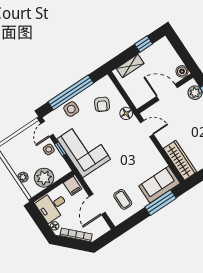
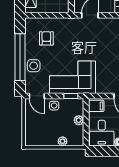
armchair: (102, 104) -> (46, 38), turned -117
floor lamp: (126, 113) -> (67, 24), removed
window: (60, 149) -> (71, 96), moved
plant: (44, 178) -> (79, 120), width x0.53, depth x0.53

